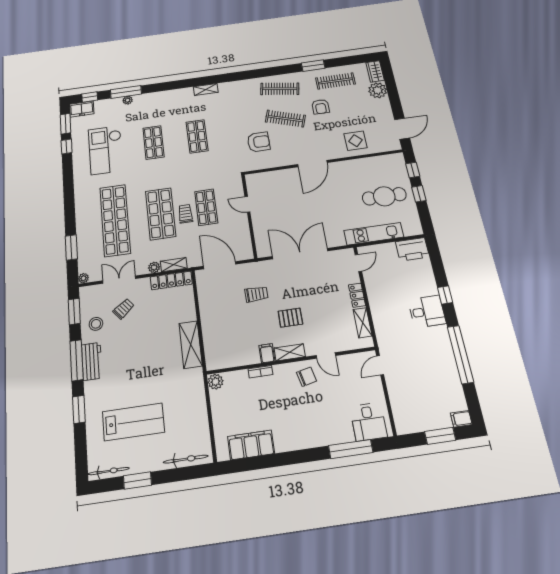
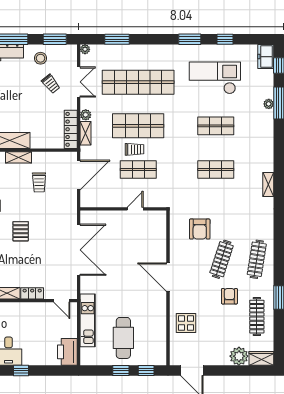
armchair: (321, 107) -> (229, 296), turned 90
window: (65, 124) -> (190, 39), moved
trolley: (256, 294) -> (39, 182), moved
shelving: (208, 332) -> (18, 157), added

